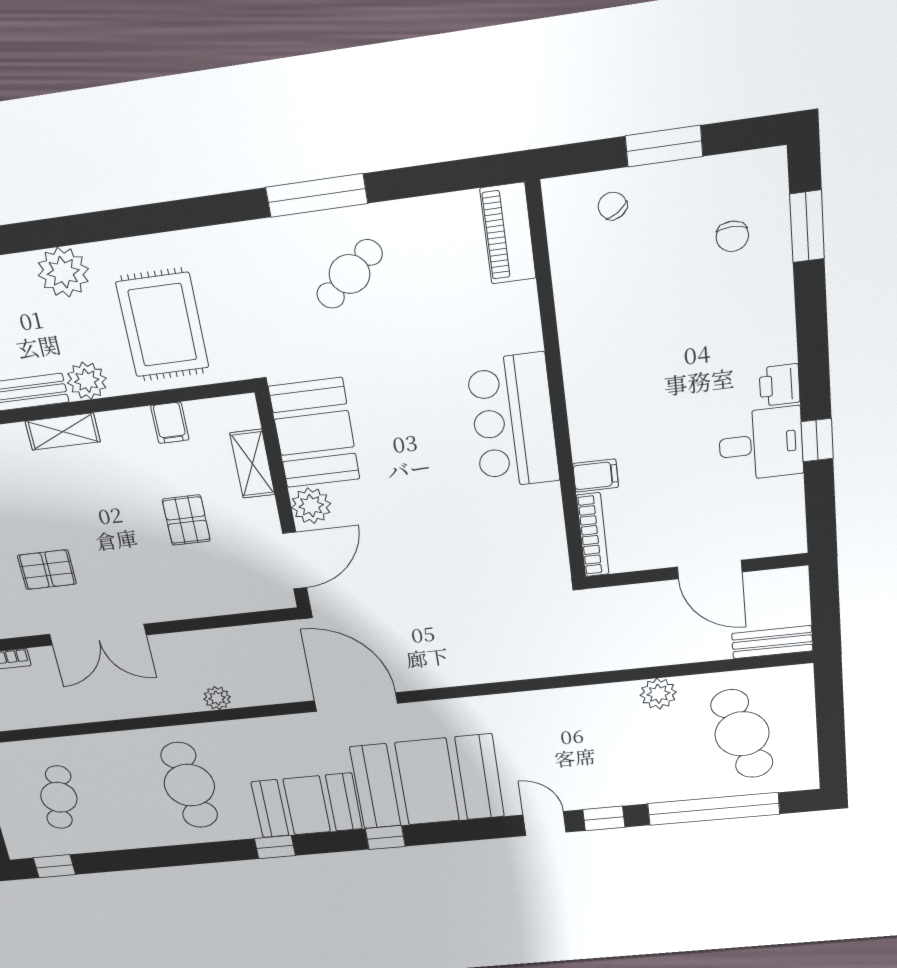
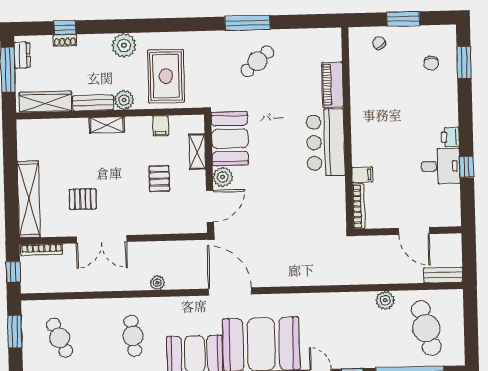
piano: (508, 233) -> (333, 85), moved
cafe table: (189, 785) -> (133, 336), width x0.73, depth x0.74
cafe table: (59, 797) -> (60, 338), turned -36

